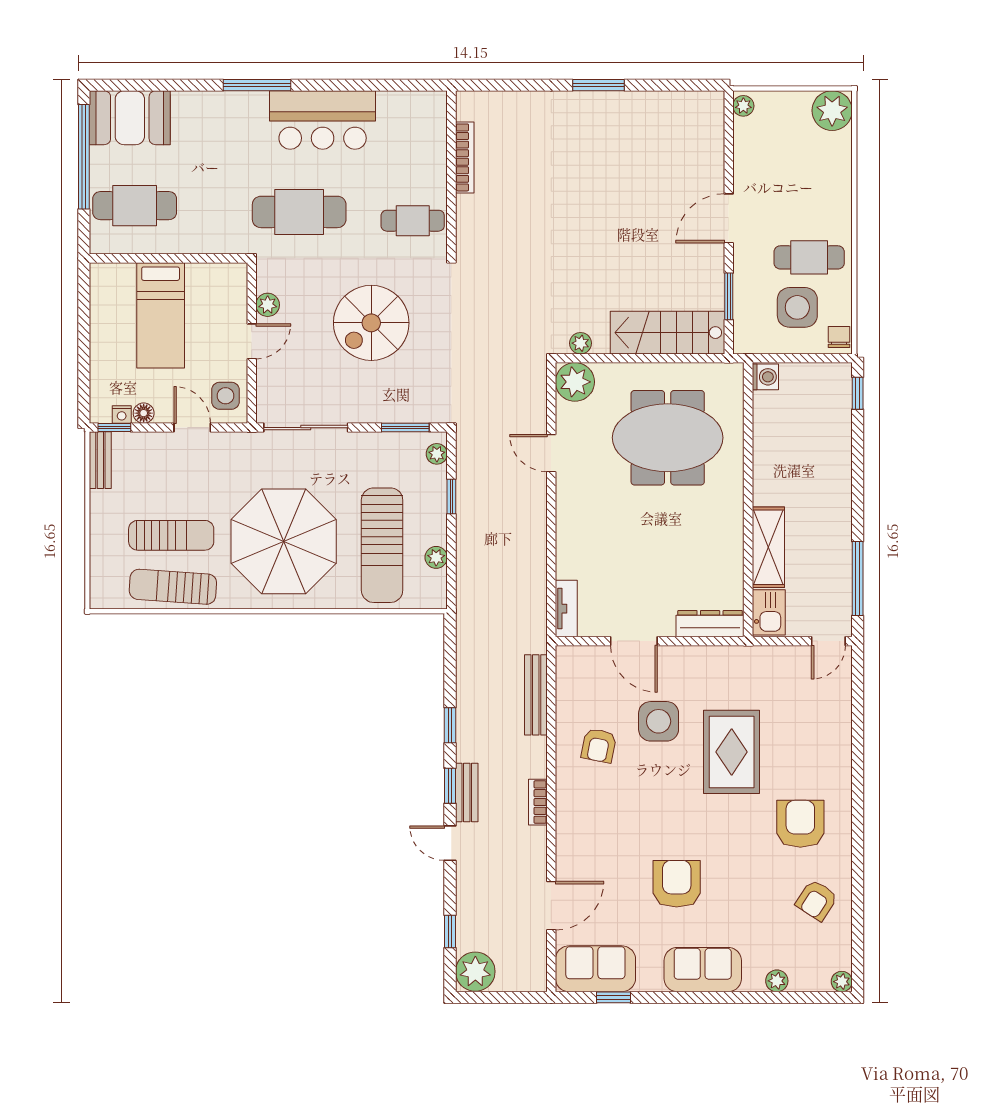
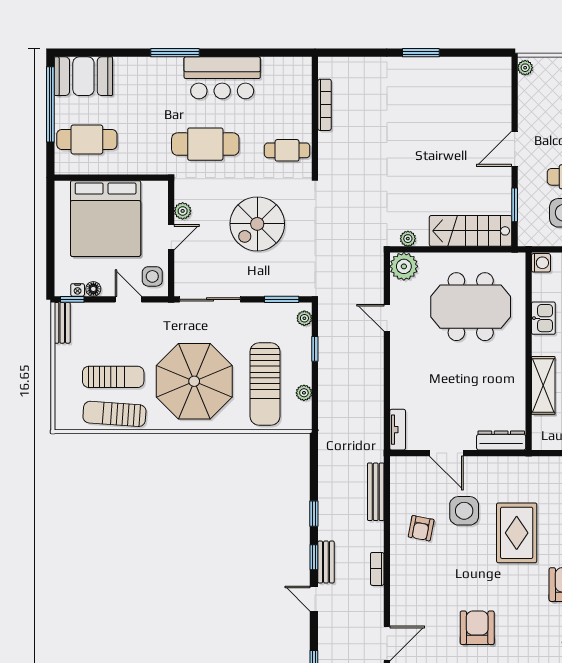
bed: (161, 315) -> (106, 219), width x2.04
kitchen sink: (769, 612) -> (543, 318), moved

